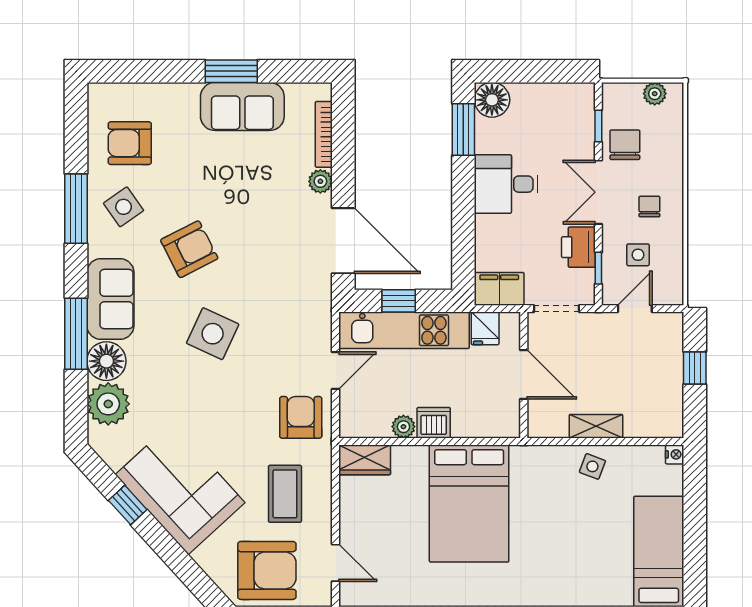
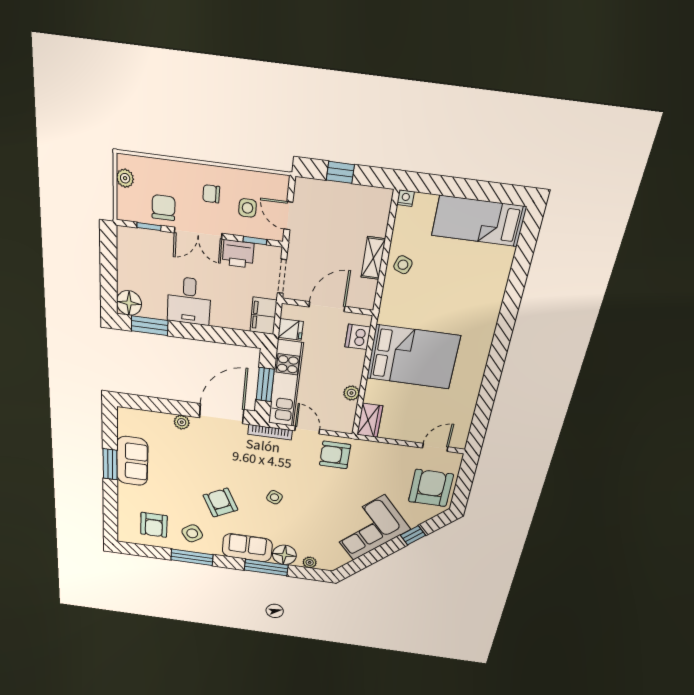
bookcase: (324, 134) -> (270, 432), moved
chair: (625, 145) -> (164, 208), turned 90
window: (399, 301) -> (265, 385), width x1.50
side table: (213, 334) -> (274, 497), width x0.54, depth x0.54
plant: (108, 404) -> (310, 562), width x0.53, depth x0.53
dishwasher: (434, 423) -> (358, 337), moved
coffee table: (285, 494) -> (383, 471), removed
window: (128, 505) -> (413, 535), moved

